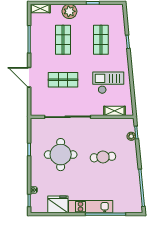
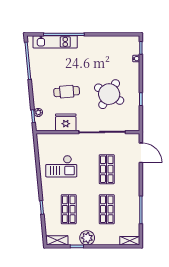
plant: (69, 11) -> (87, 238), moved
door: (29, 77) -> (141, 153), moved
shop shelf: (63, 80) -> (107, 169), turned 90
shelving: (115, 111) -> (57, 240), moved
round table: (61, 155) -> (109, 94), turned 31
fridge: (58, 204) -> (66, 122), moved, turned 180
kitchen unit: (91, 207) -> (55, 42), moved

